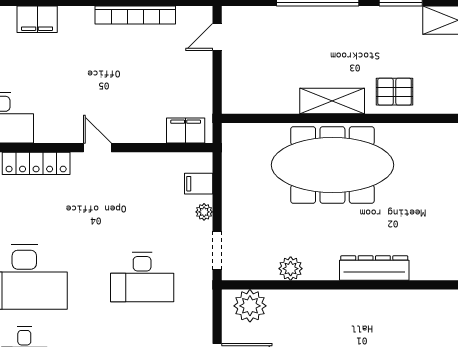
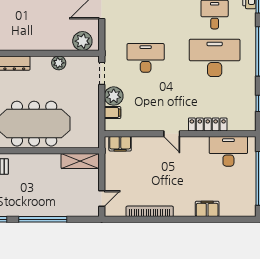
shelving: (332, 101) -> (80, 161), moved
plant: (204, 212) -> (114, 96), width x1.87, depth x1.87

